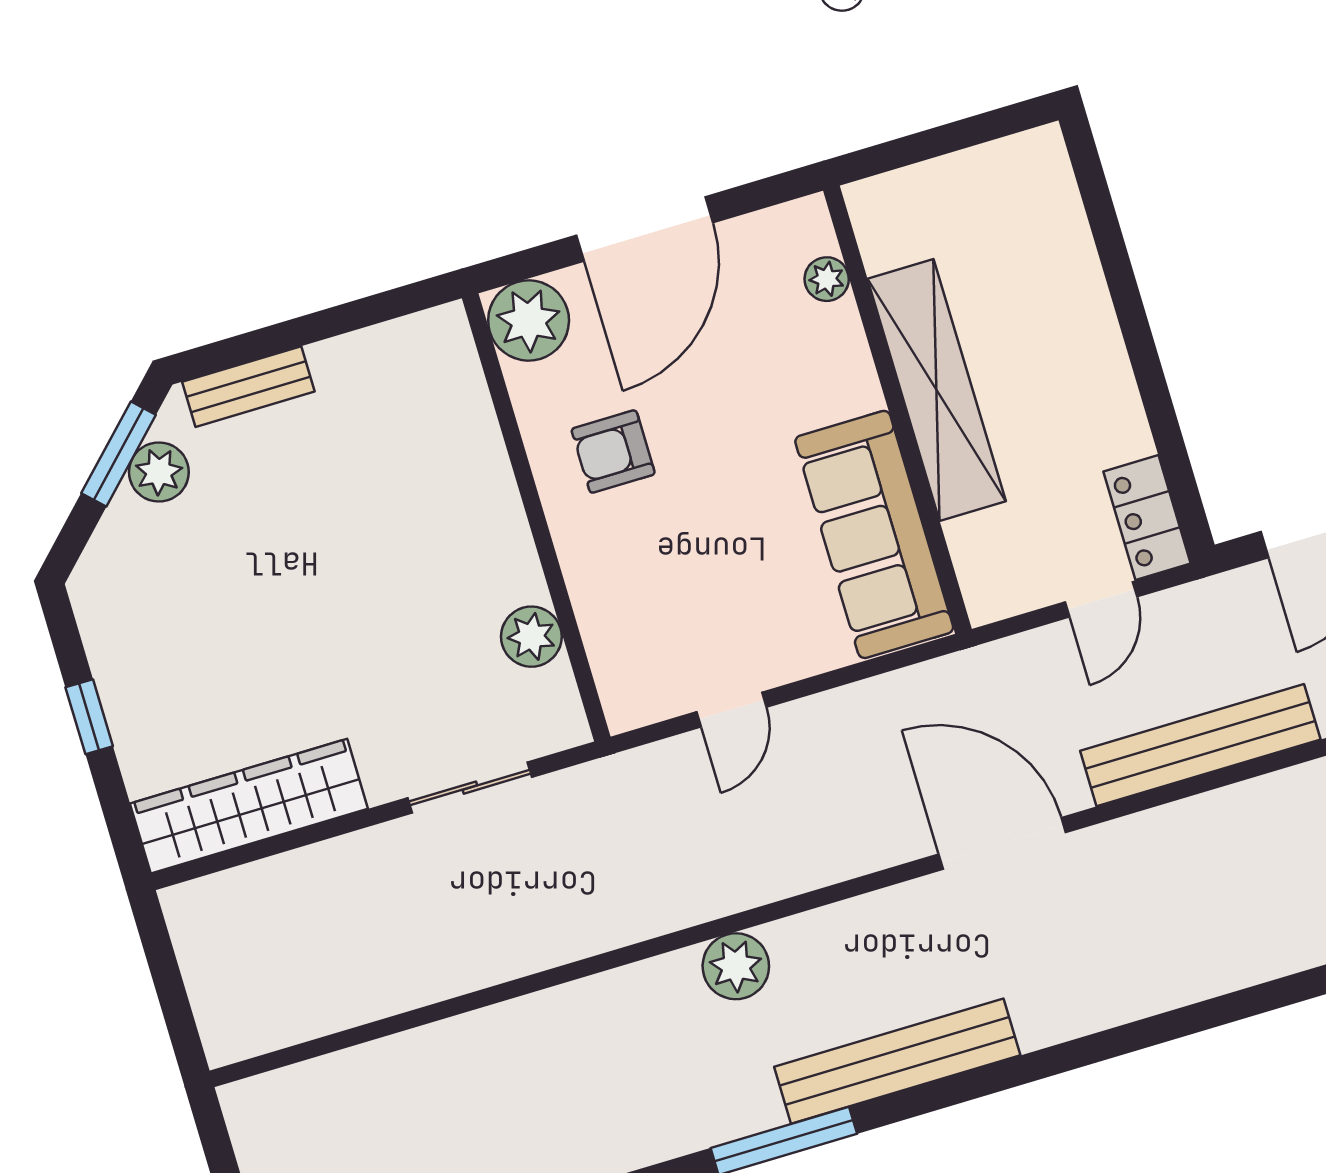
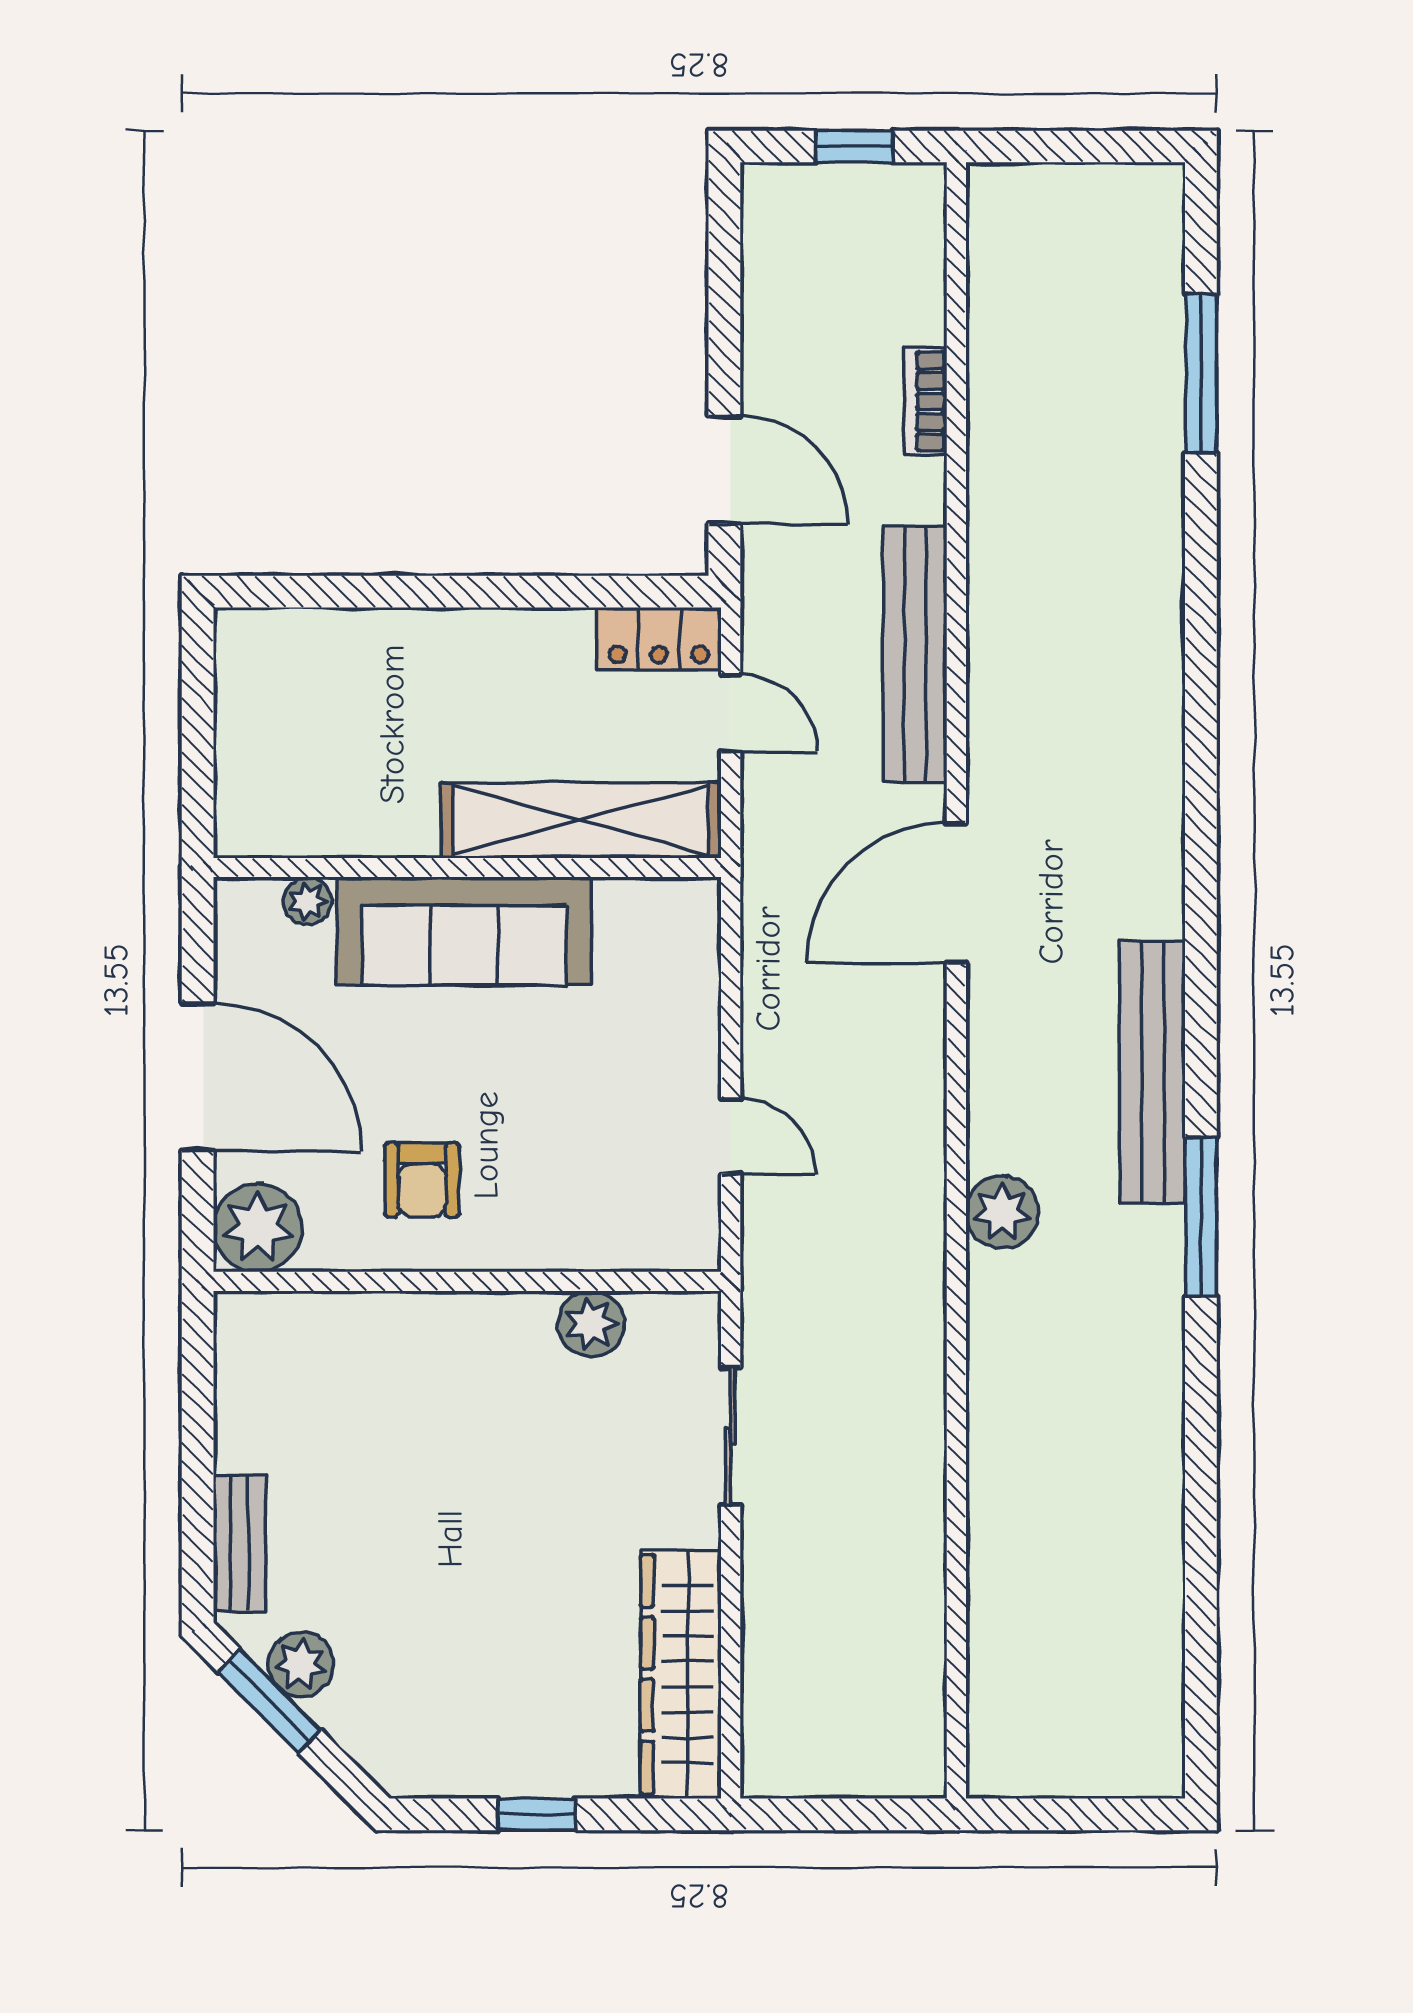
shelving: (937, 390) -> (580, 820), moved
sofa: (874, 534) -> (464, 931), moved

